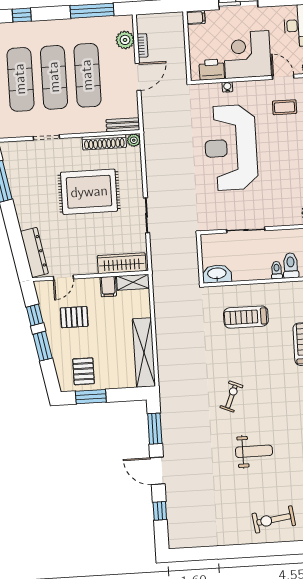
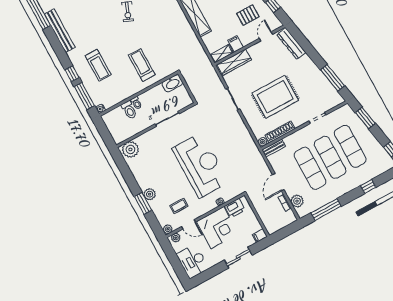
treadmill: (246, 317) -> (142, 65), turned -90

